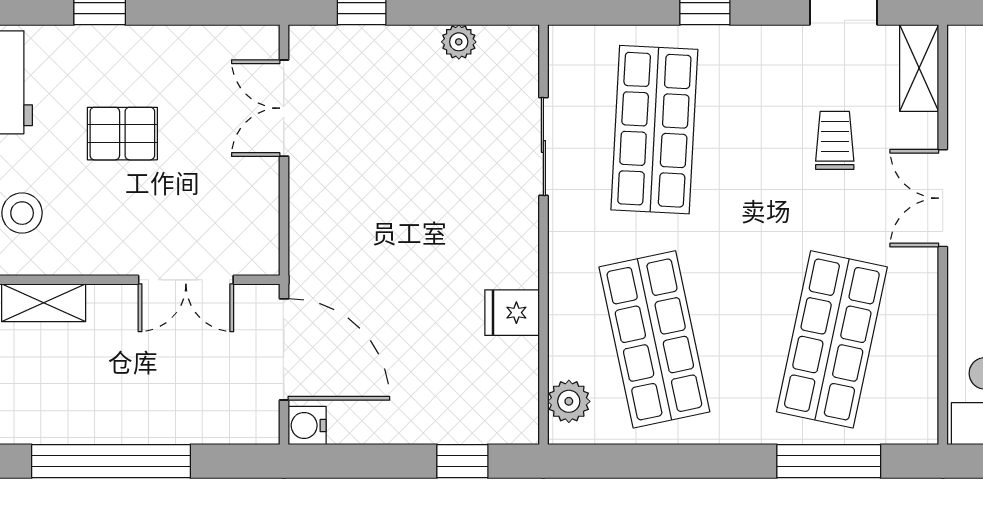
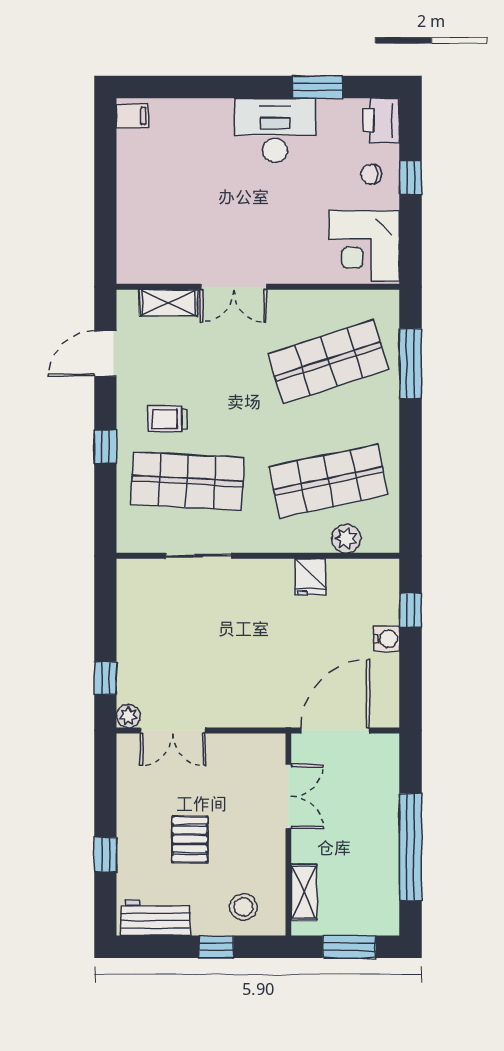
plant: (459, 42) -> (128, 716), moved
shelving: (919, 68) -> (169, 303), moved
trolley: (835, 140) -> (167, 419), moved
shop shelf: (832, 339) -> (329, 361), turned -30
plant: (569, 401) -> (346, 539), moved
water cooler: (307, 425) -> (387, 639), moved, turned -90

